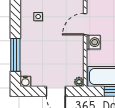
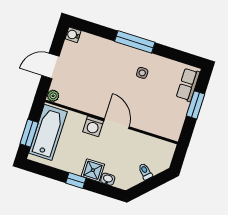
window: (15, 55) -> (135, 42), moved

